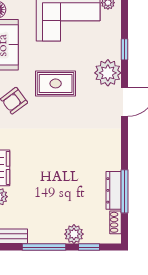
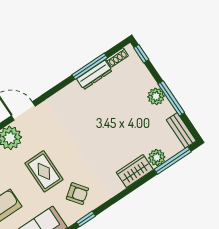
plant: (74, 234) -> (156, 96), moved
window: (89, 247) -> (141, 54), moved

